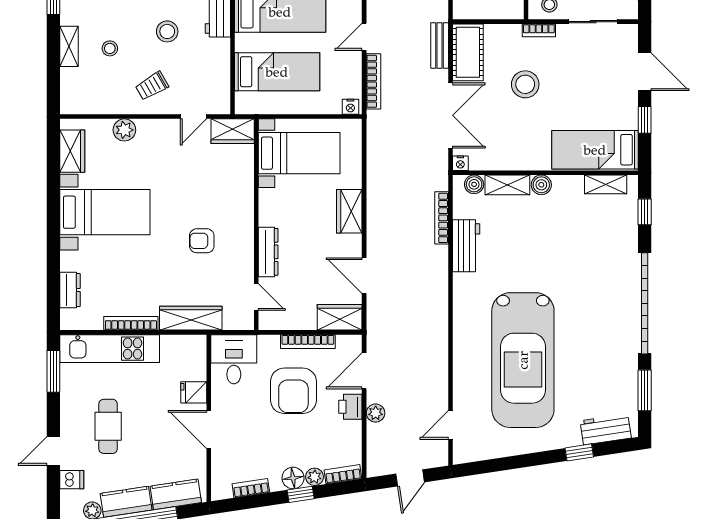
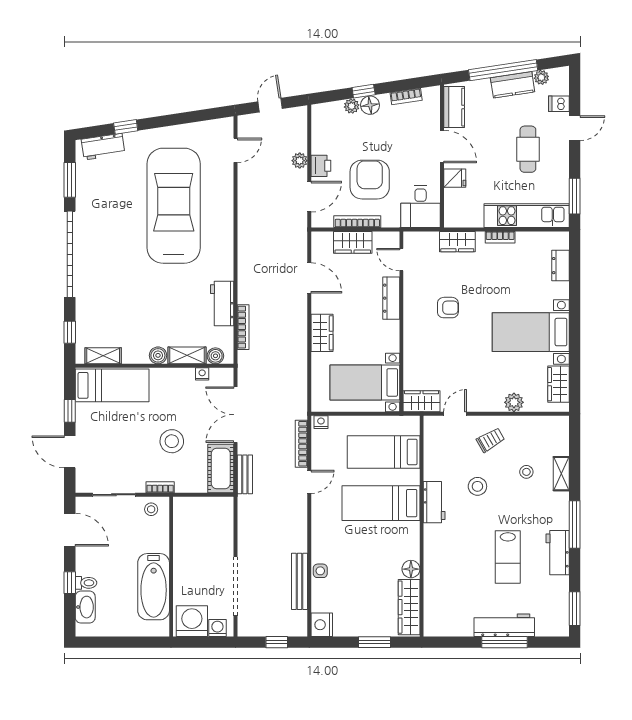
nightstand: (460, 163) -> (202, 374), moved
wardrobe: (340, 317) -> (353, 242), moved
wardrobe: (191, 318) -> (457, 242), width x0.67
bookcase: (131, 323) -> (500, 237), width x0.64
bookcase: (343, 474) -> (327, 108), removed
kitchen counter: (176, 494) -> (454, 107), moved, turned -81

